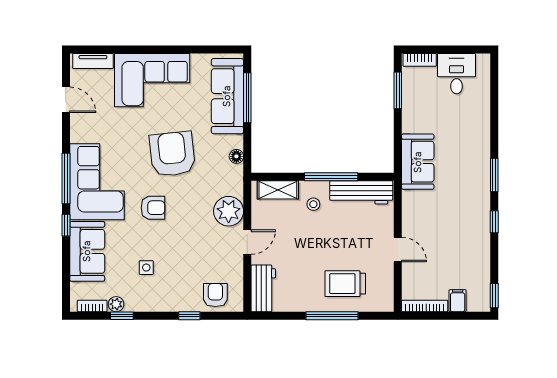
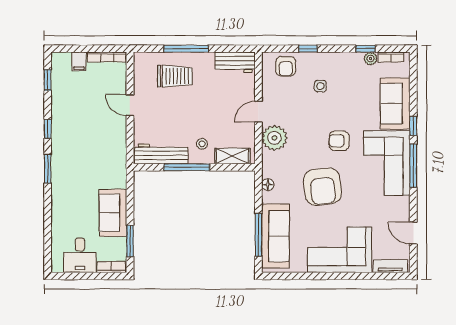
sofa: (418, 162) -> (113, 213), moved
side table: (146, 268) -> (320, 86), moved
workbench: (263, 288) -> (235, 62), moved, turned -90
window: (494, 296) -> (48, 80), moved

